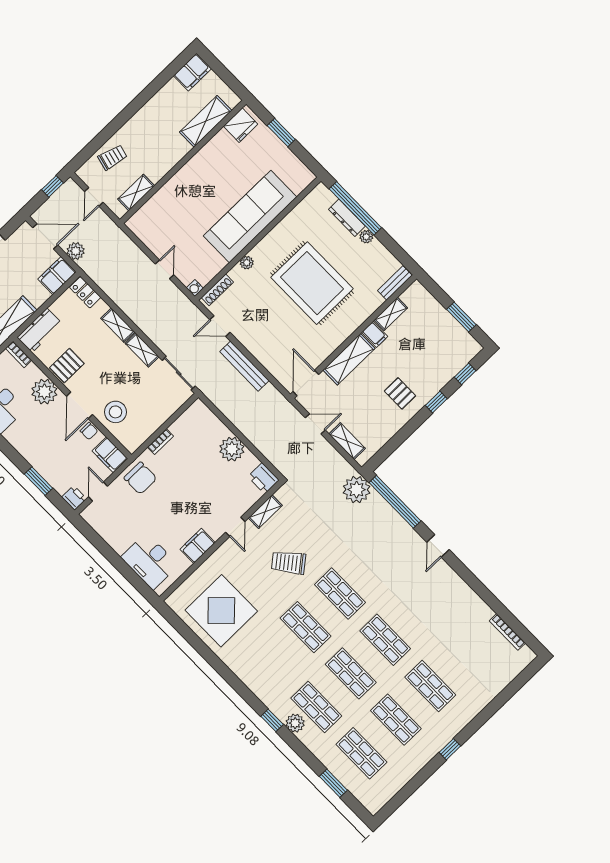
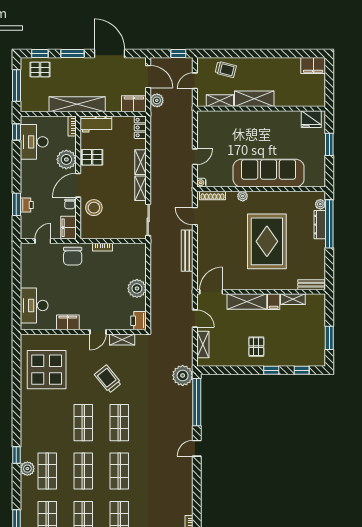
shelving: (206, 121) -> (254, 99), moved
plant: (366, 237) -> (320, 204), moved
printer: (74, 498) -> (27, 205), moved

